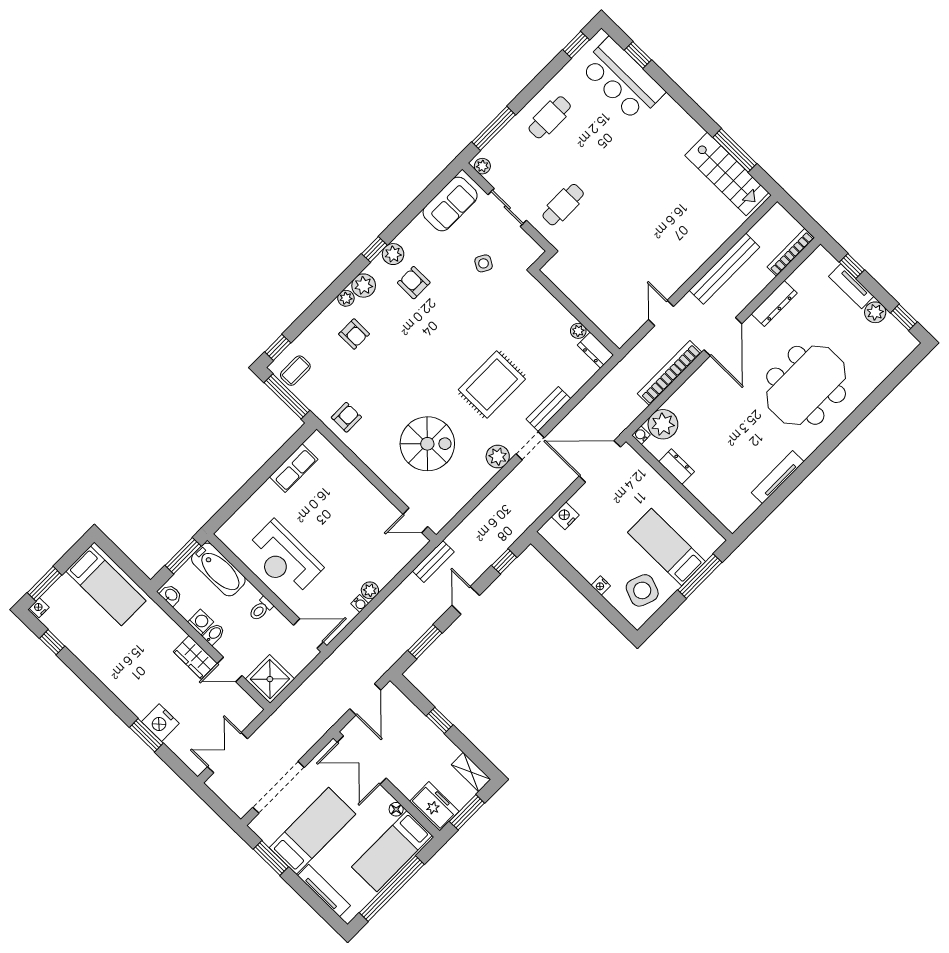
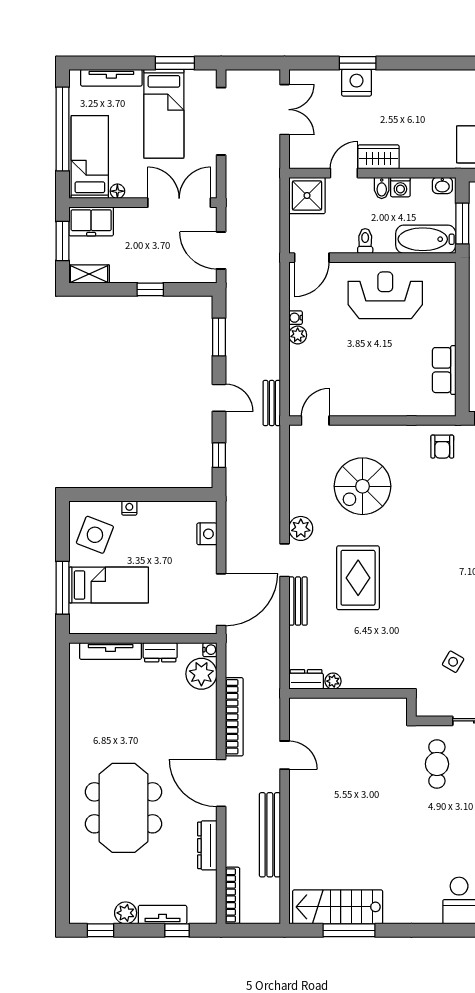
tv unit: (778, 477) -> (111, 651), moved, turned 90

